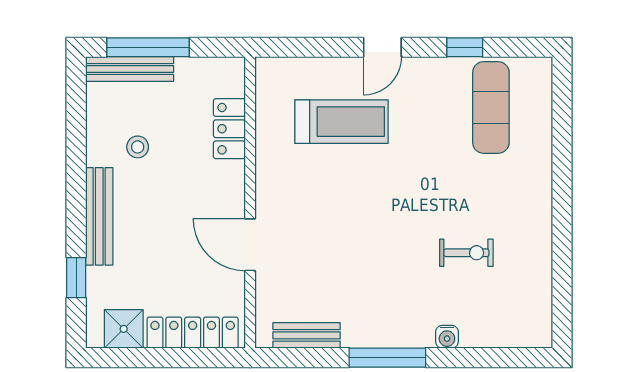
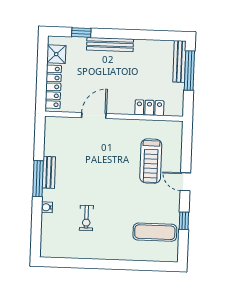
stool: (138, 147) -> (142, 64), removed
bench: (307, 335) -> (49, 172), moved

